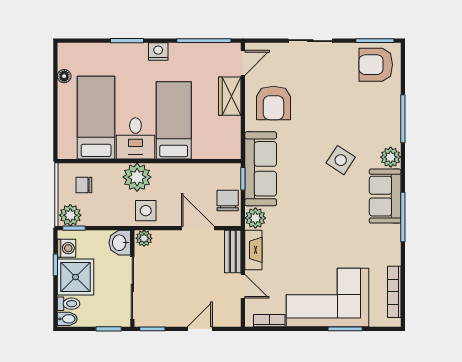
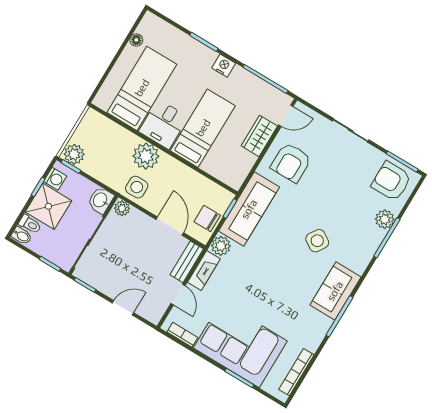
plant: (391, 157) -> (385, 219), moved
chair: (84, 185) -> (100, 137), removed
chair: (228, 201) -> (207, 218), turned -90

